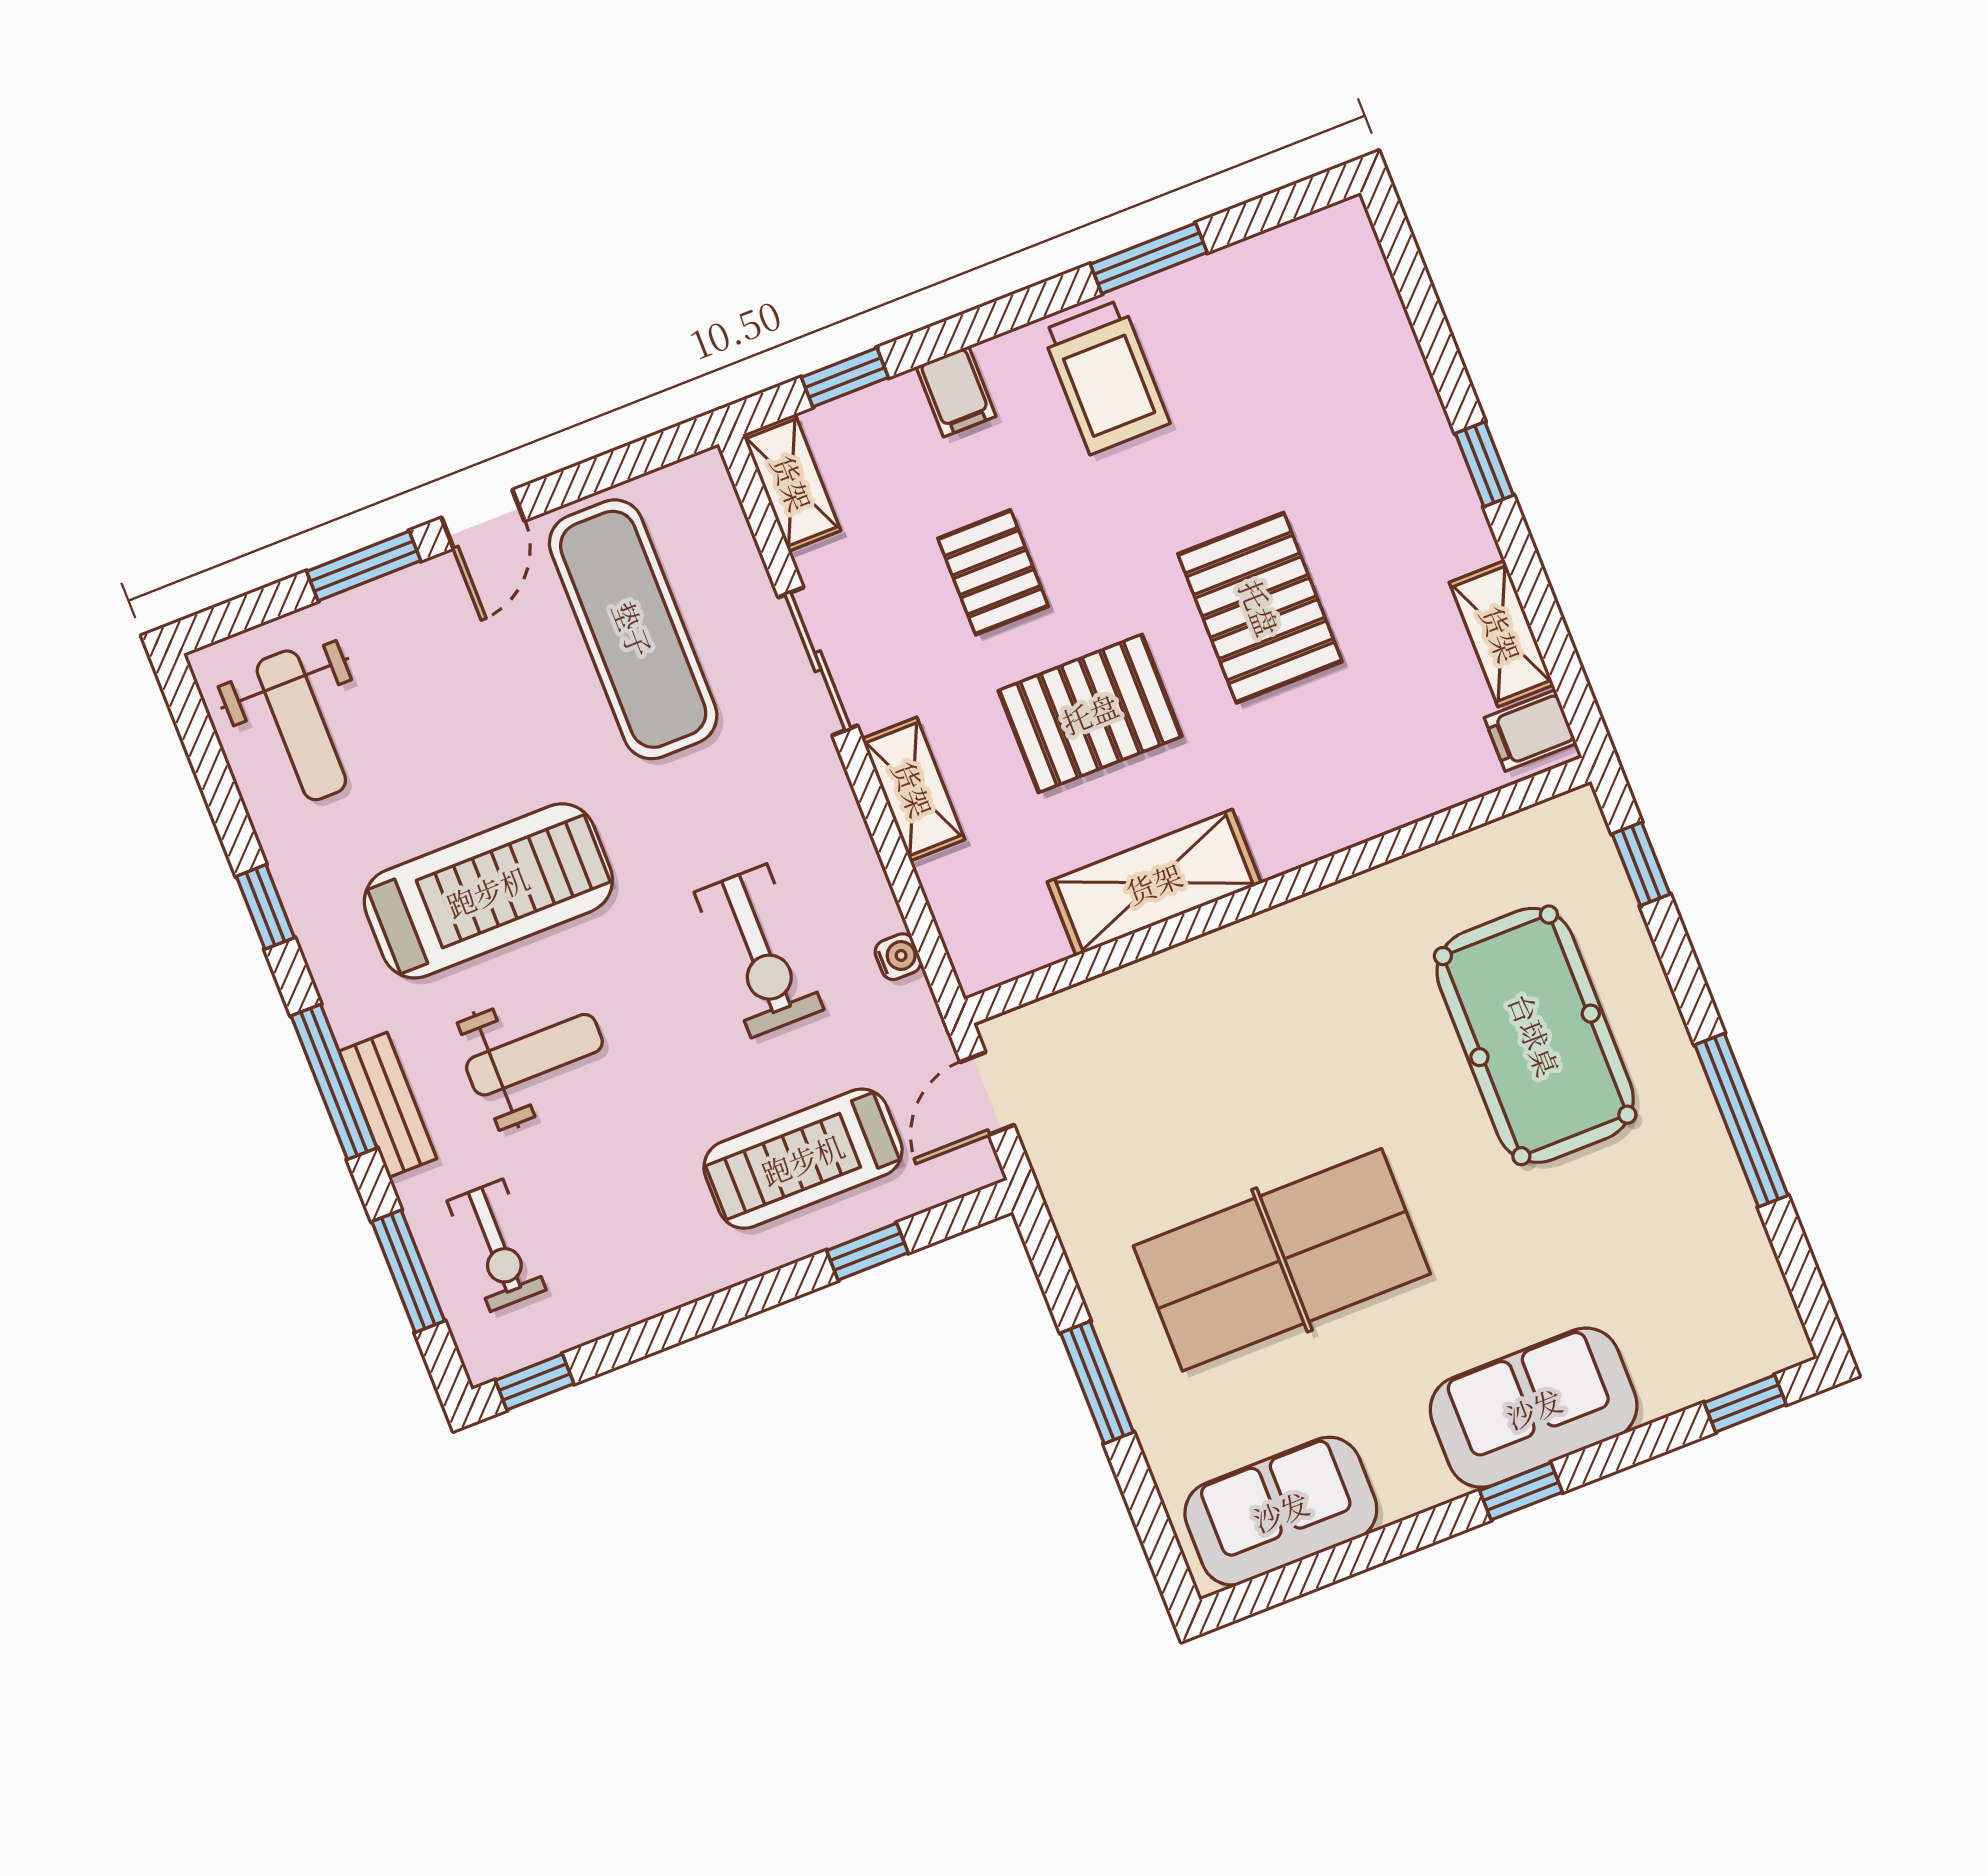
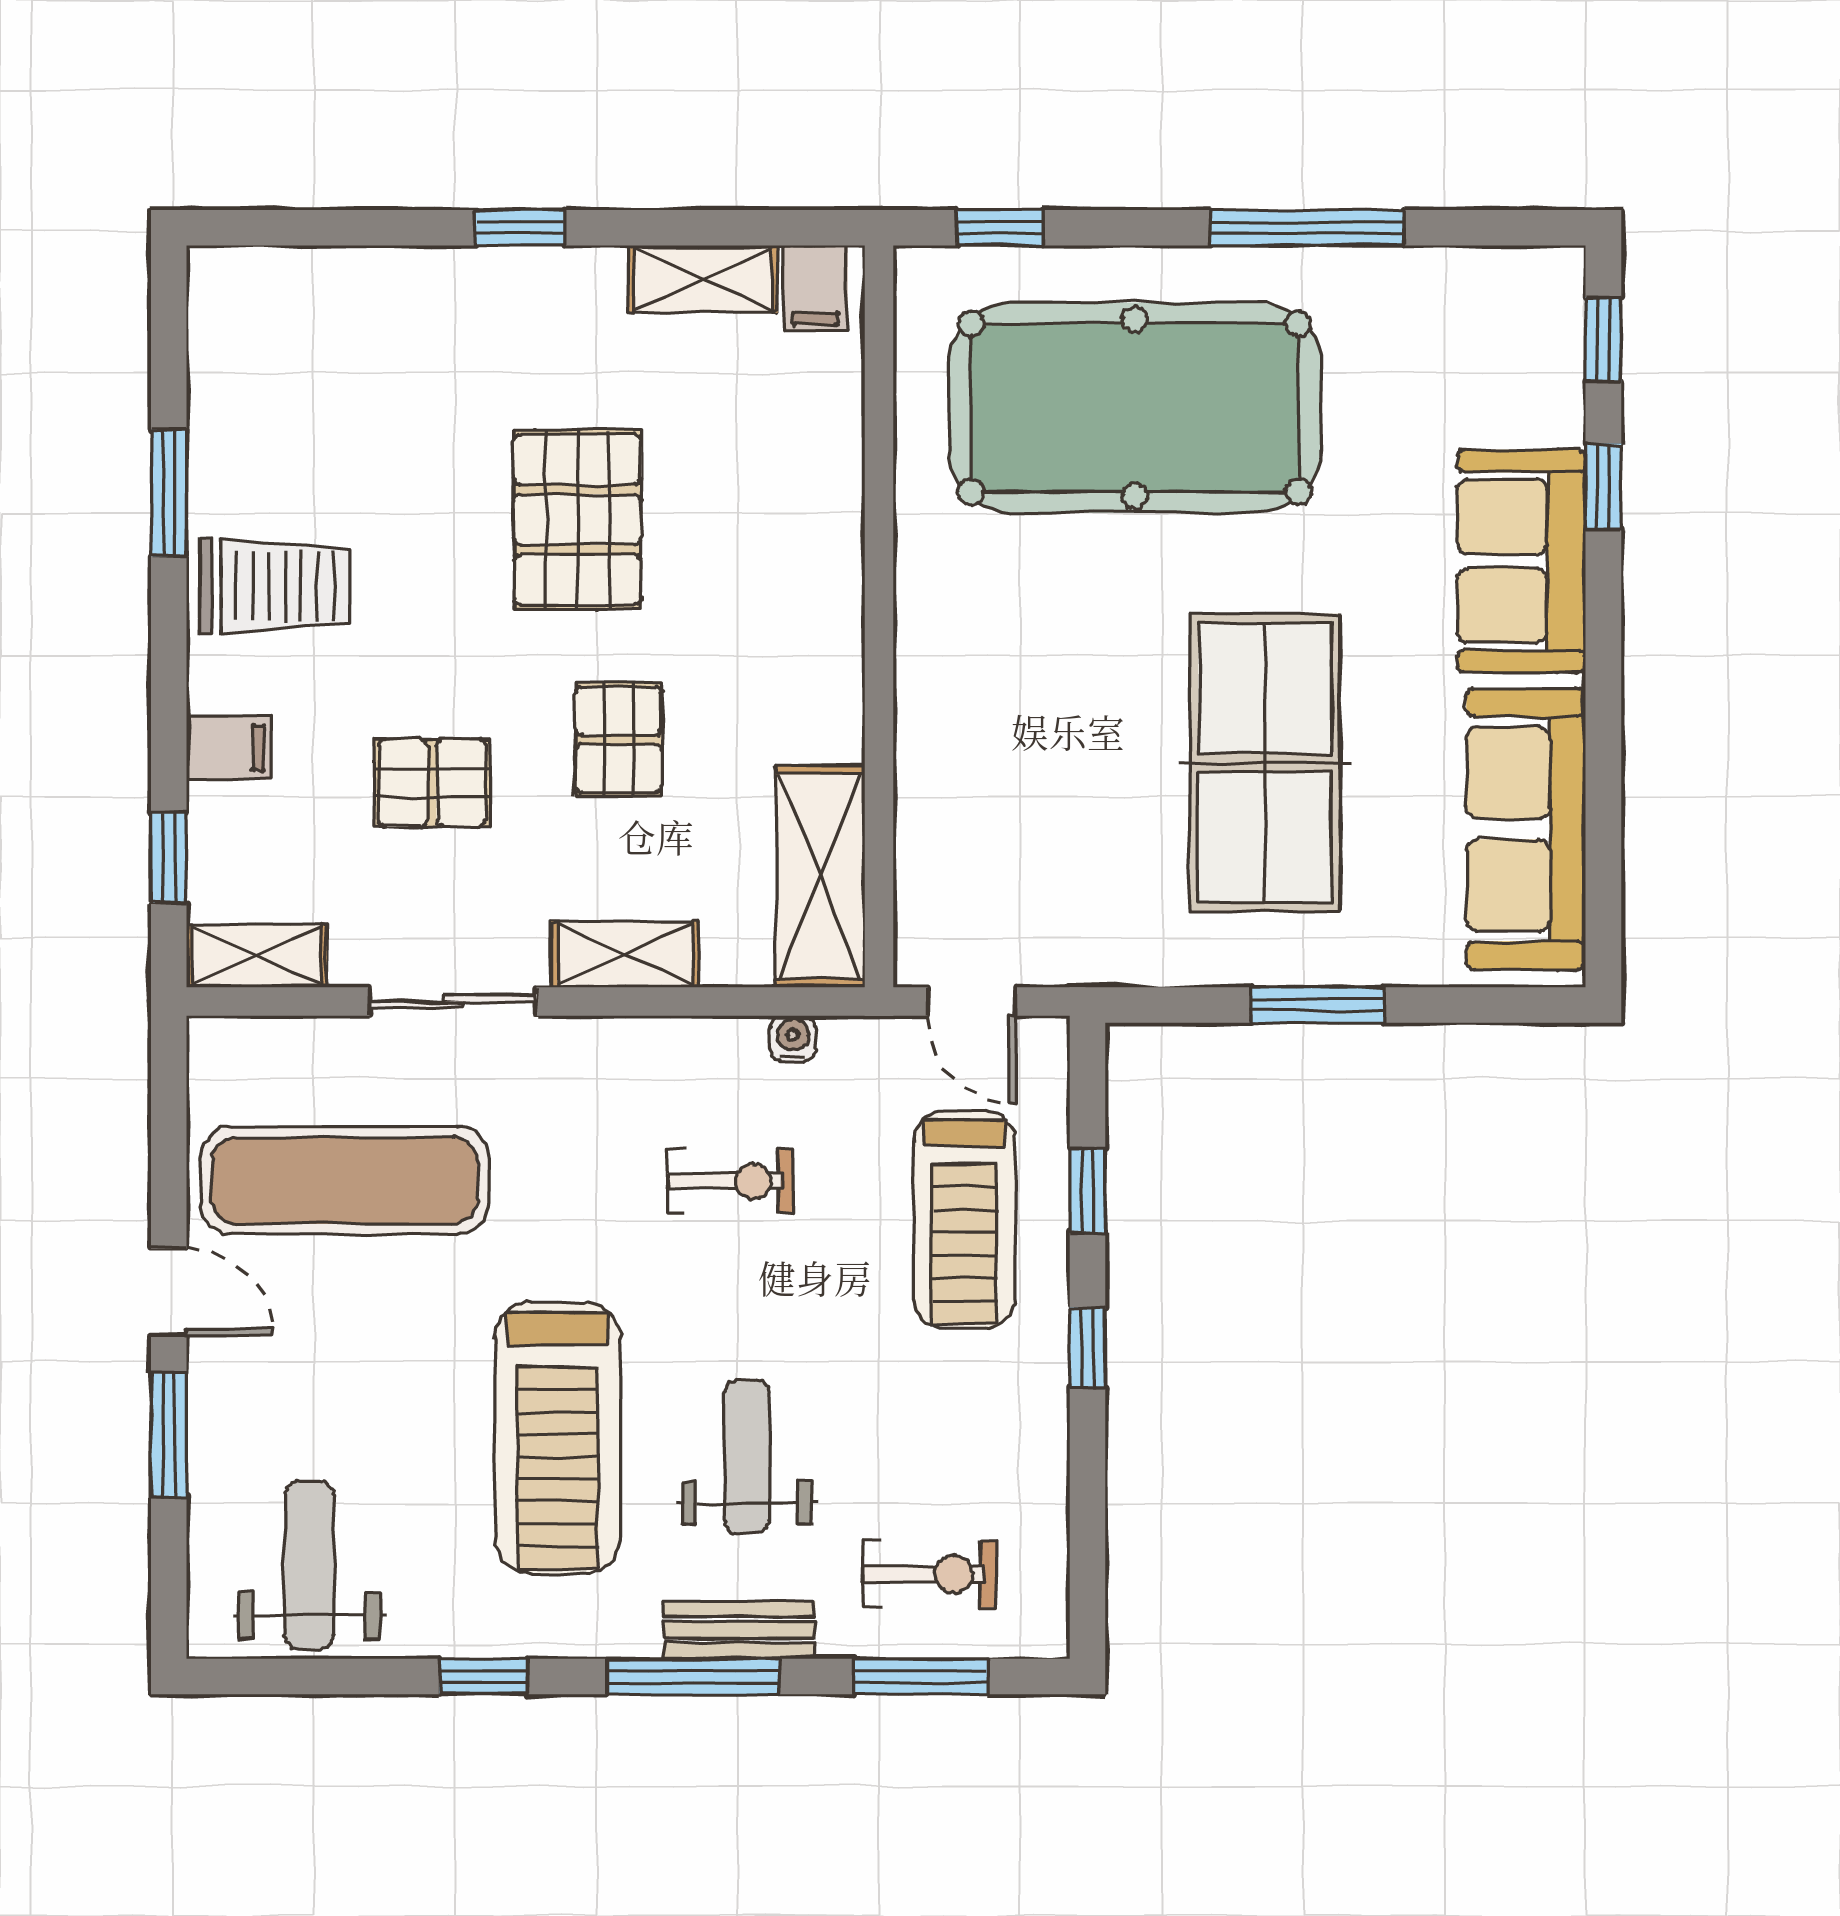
pallet: (1260, 608) -> (578, 520), turned 90
pallet: (1090, 713) -> (618, 739), width x0.67, depth x0.71
weight bench: (301, 725) -> (309, 1565), turned -90
shelving: (1154, 883) -> (820, 876), moved
treadmill: (488, 891) -> (558, 1438), turned 180
exercise bike: (759, 951) -> (730, 1181), width x0.73, depth x0.72
pool table: (1535, 1035) -> (1135, 408), width x1.36, depth x1.32
window: (535, 1382) -> (1087, 1348), moved
window: (1521, 1491) -> (1603, 486), moved
sofa: (1281, 1511) -> (1526, 829), width x1.36

